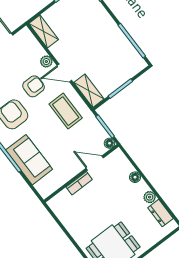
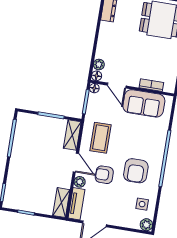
tv unit: (31, 43) -> (77, 204), added
sofa: (29, 160) -> (144, 103), moved, turned -90
floor lamp: (135, 177) -> (97, 76), moved
bookcase: (79, 183) -> (151, 85), moved
plant: (150, 197) -> (99, 64), moved

